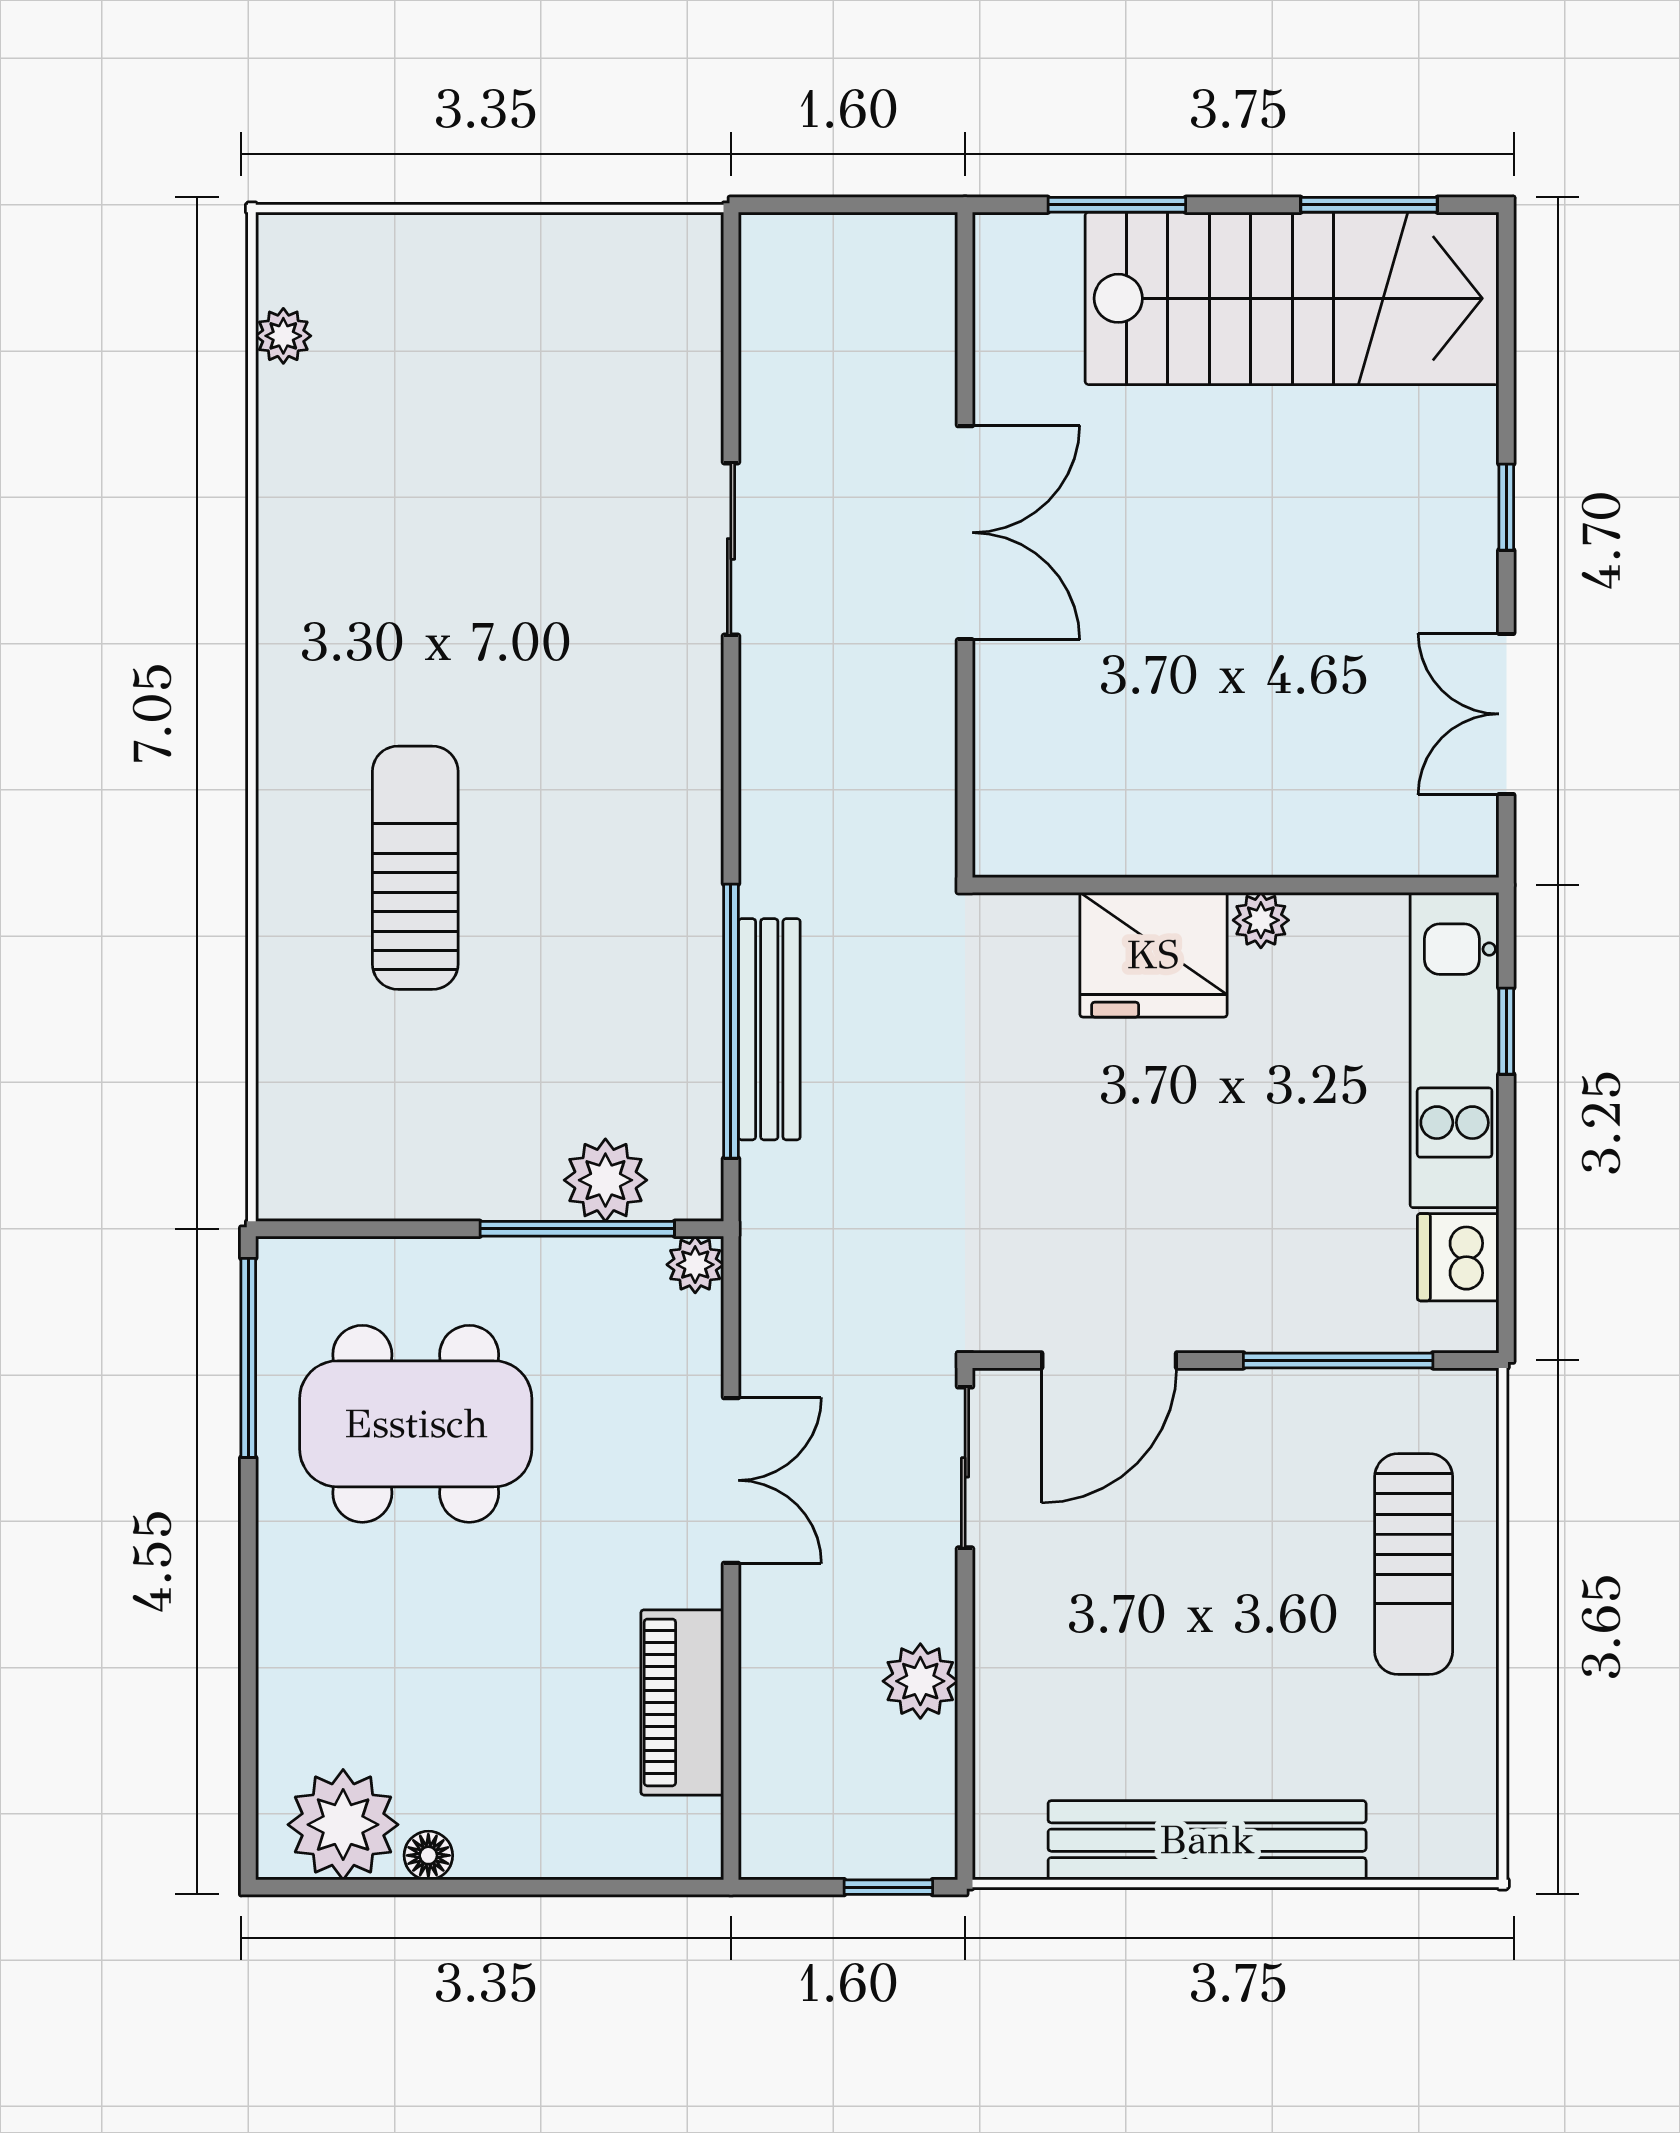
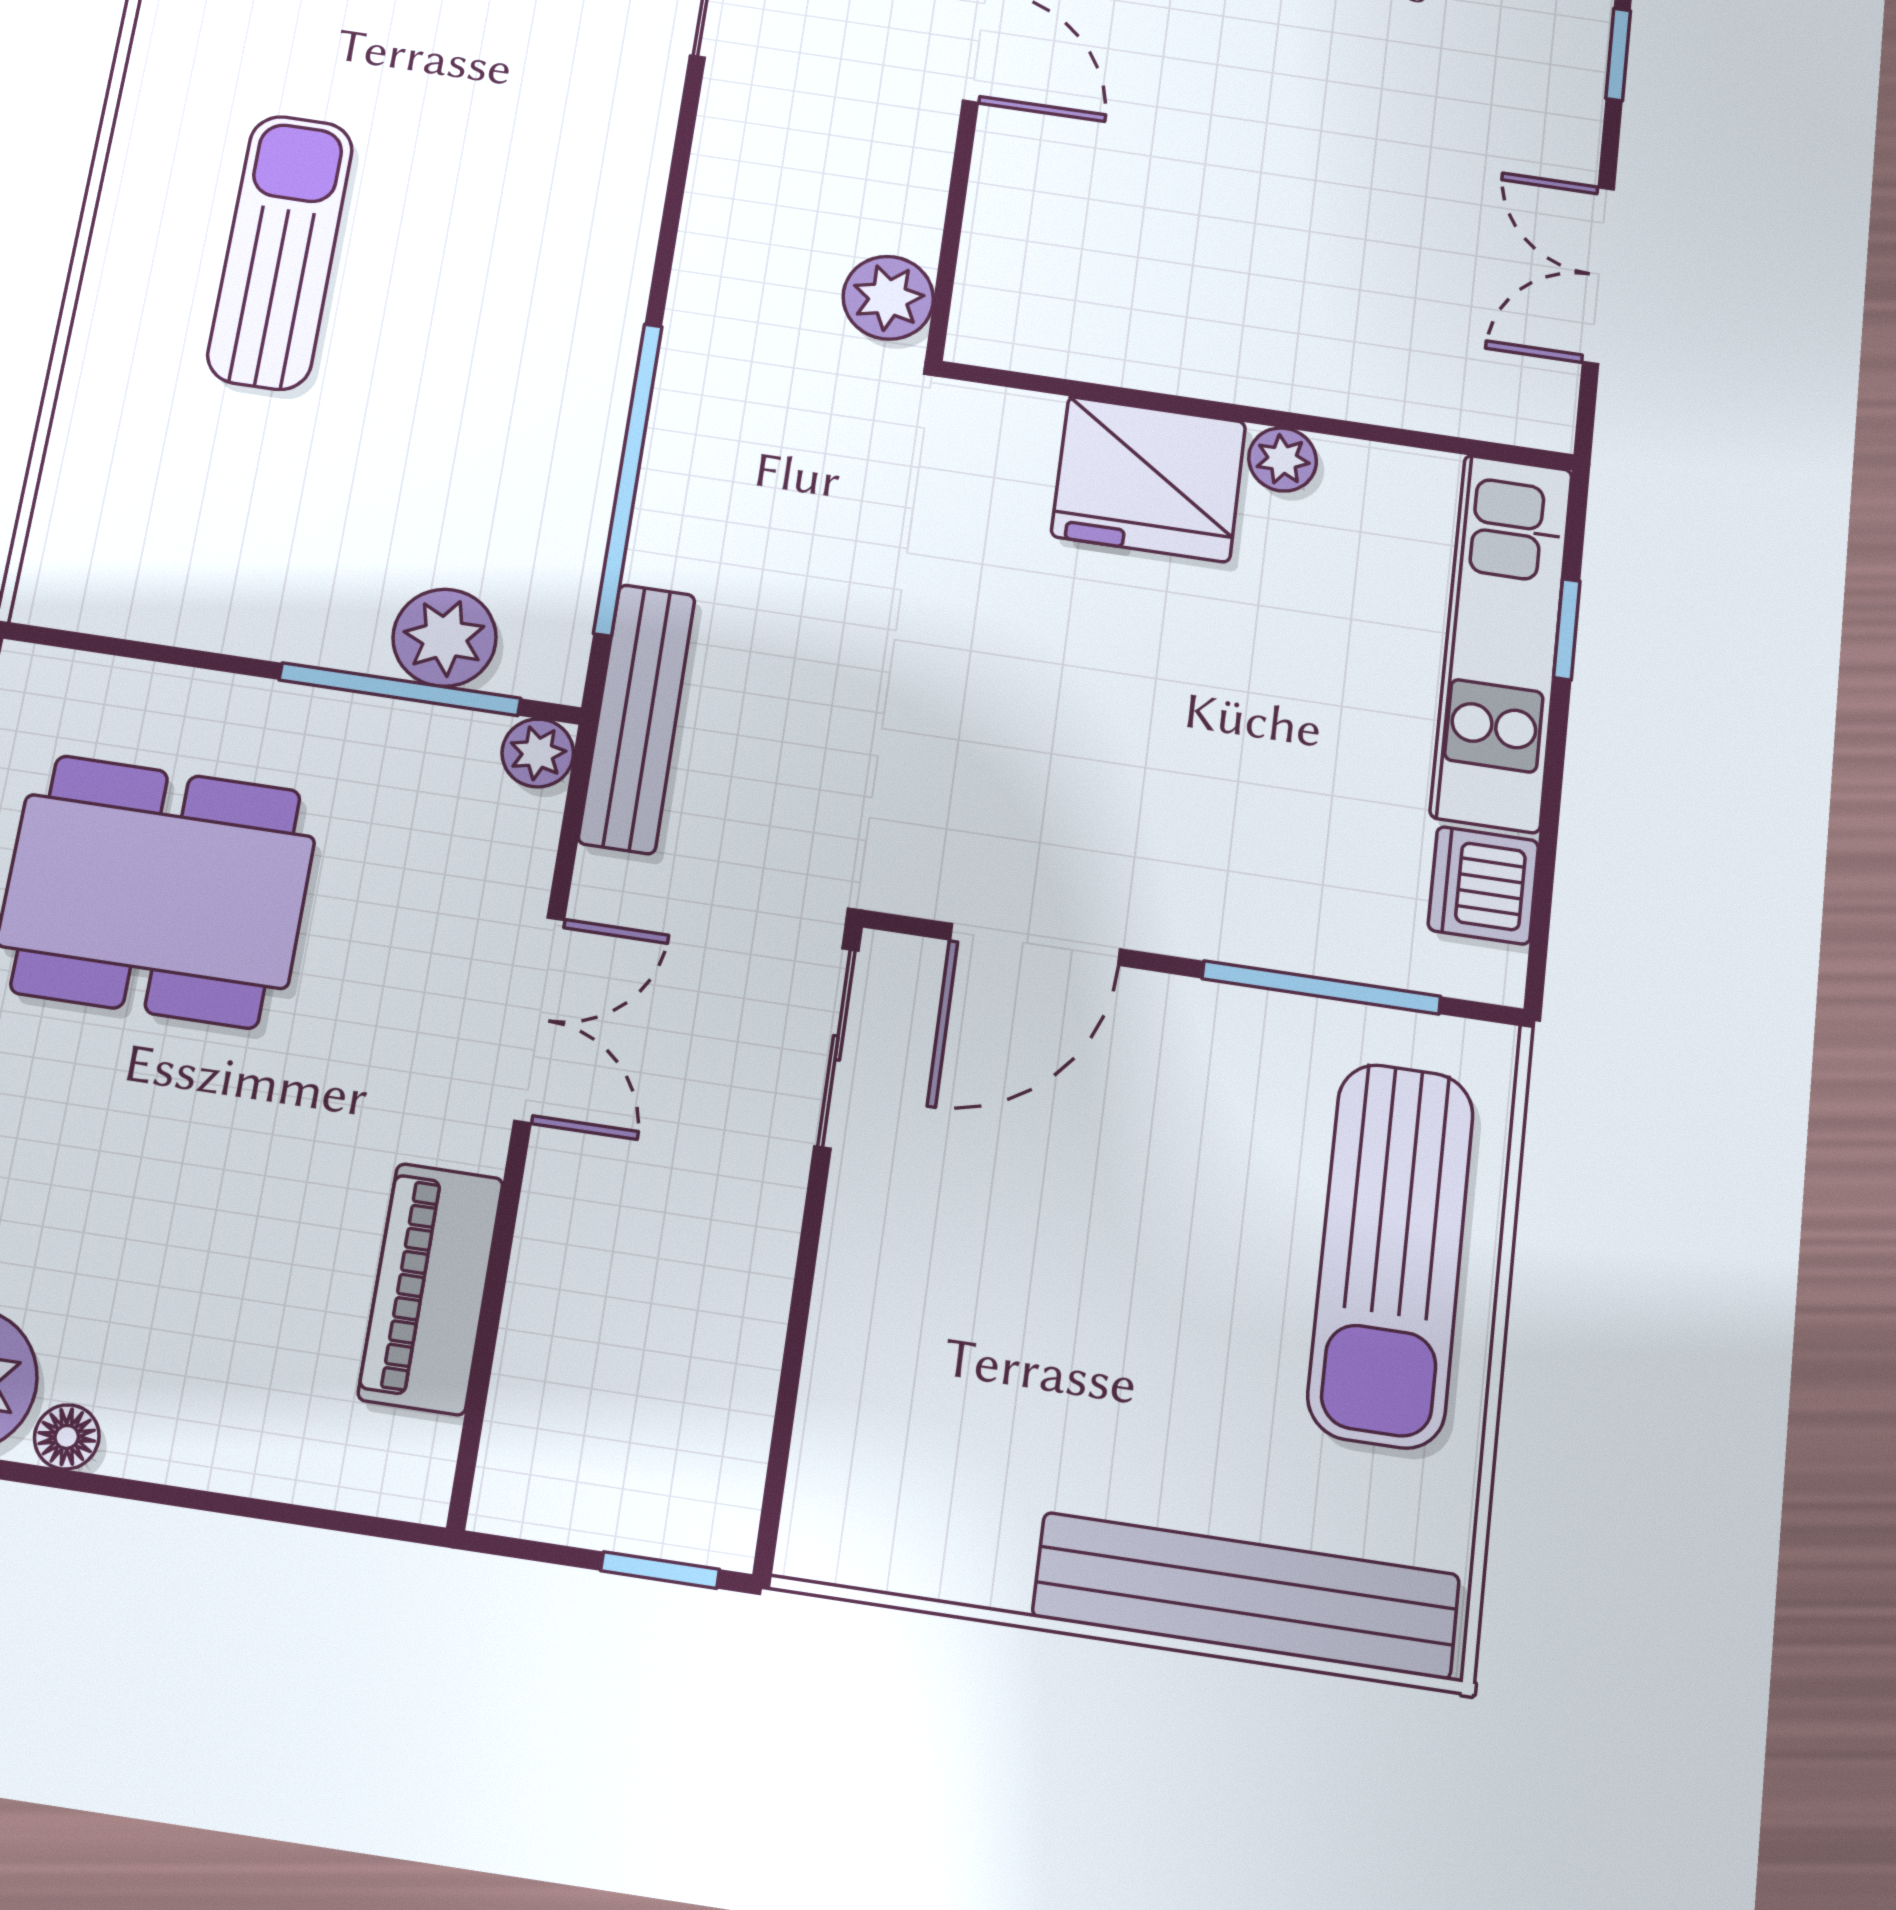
bench: (769, 1029) -> (637, 718), moved
sun lounger: (1414, 1564) -> (1391, 1254), width x1.36, depth x1.34
plant: (920, 1681) -> (888, 298), moved
bench: (1207, 1840) -> (1246, 1596), moved

